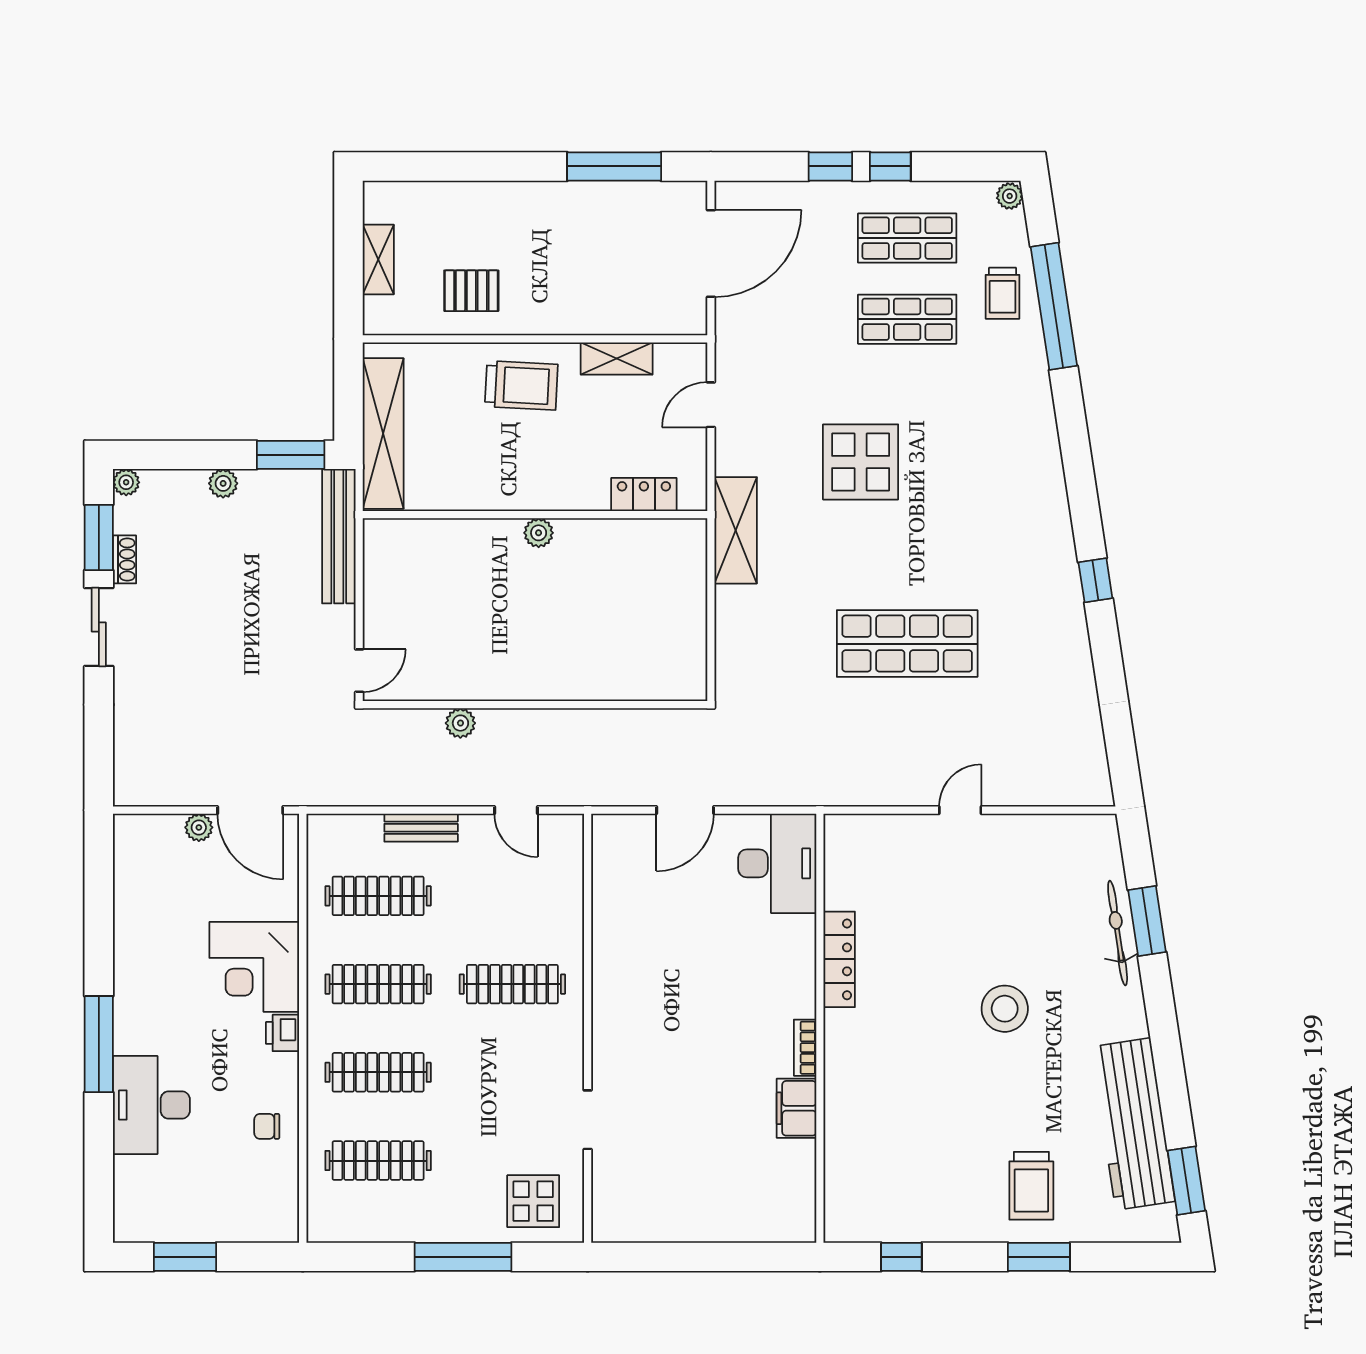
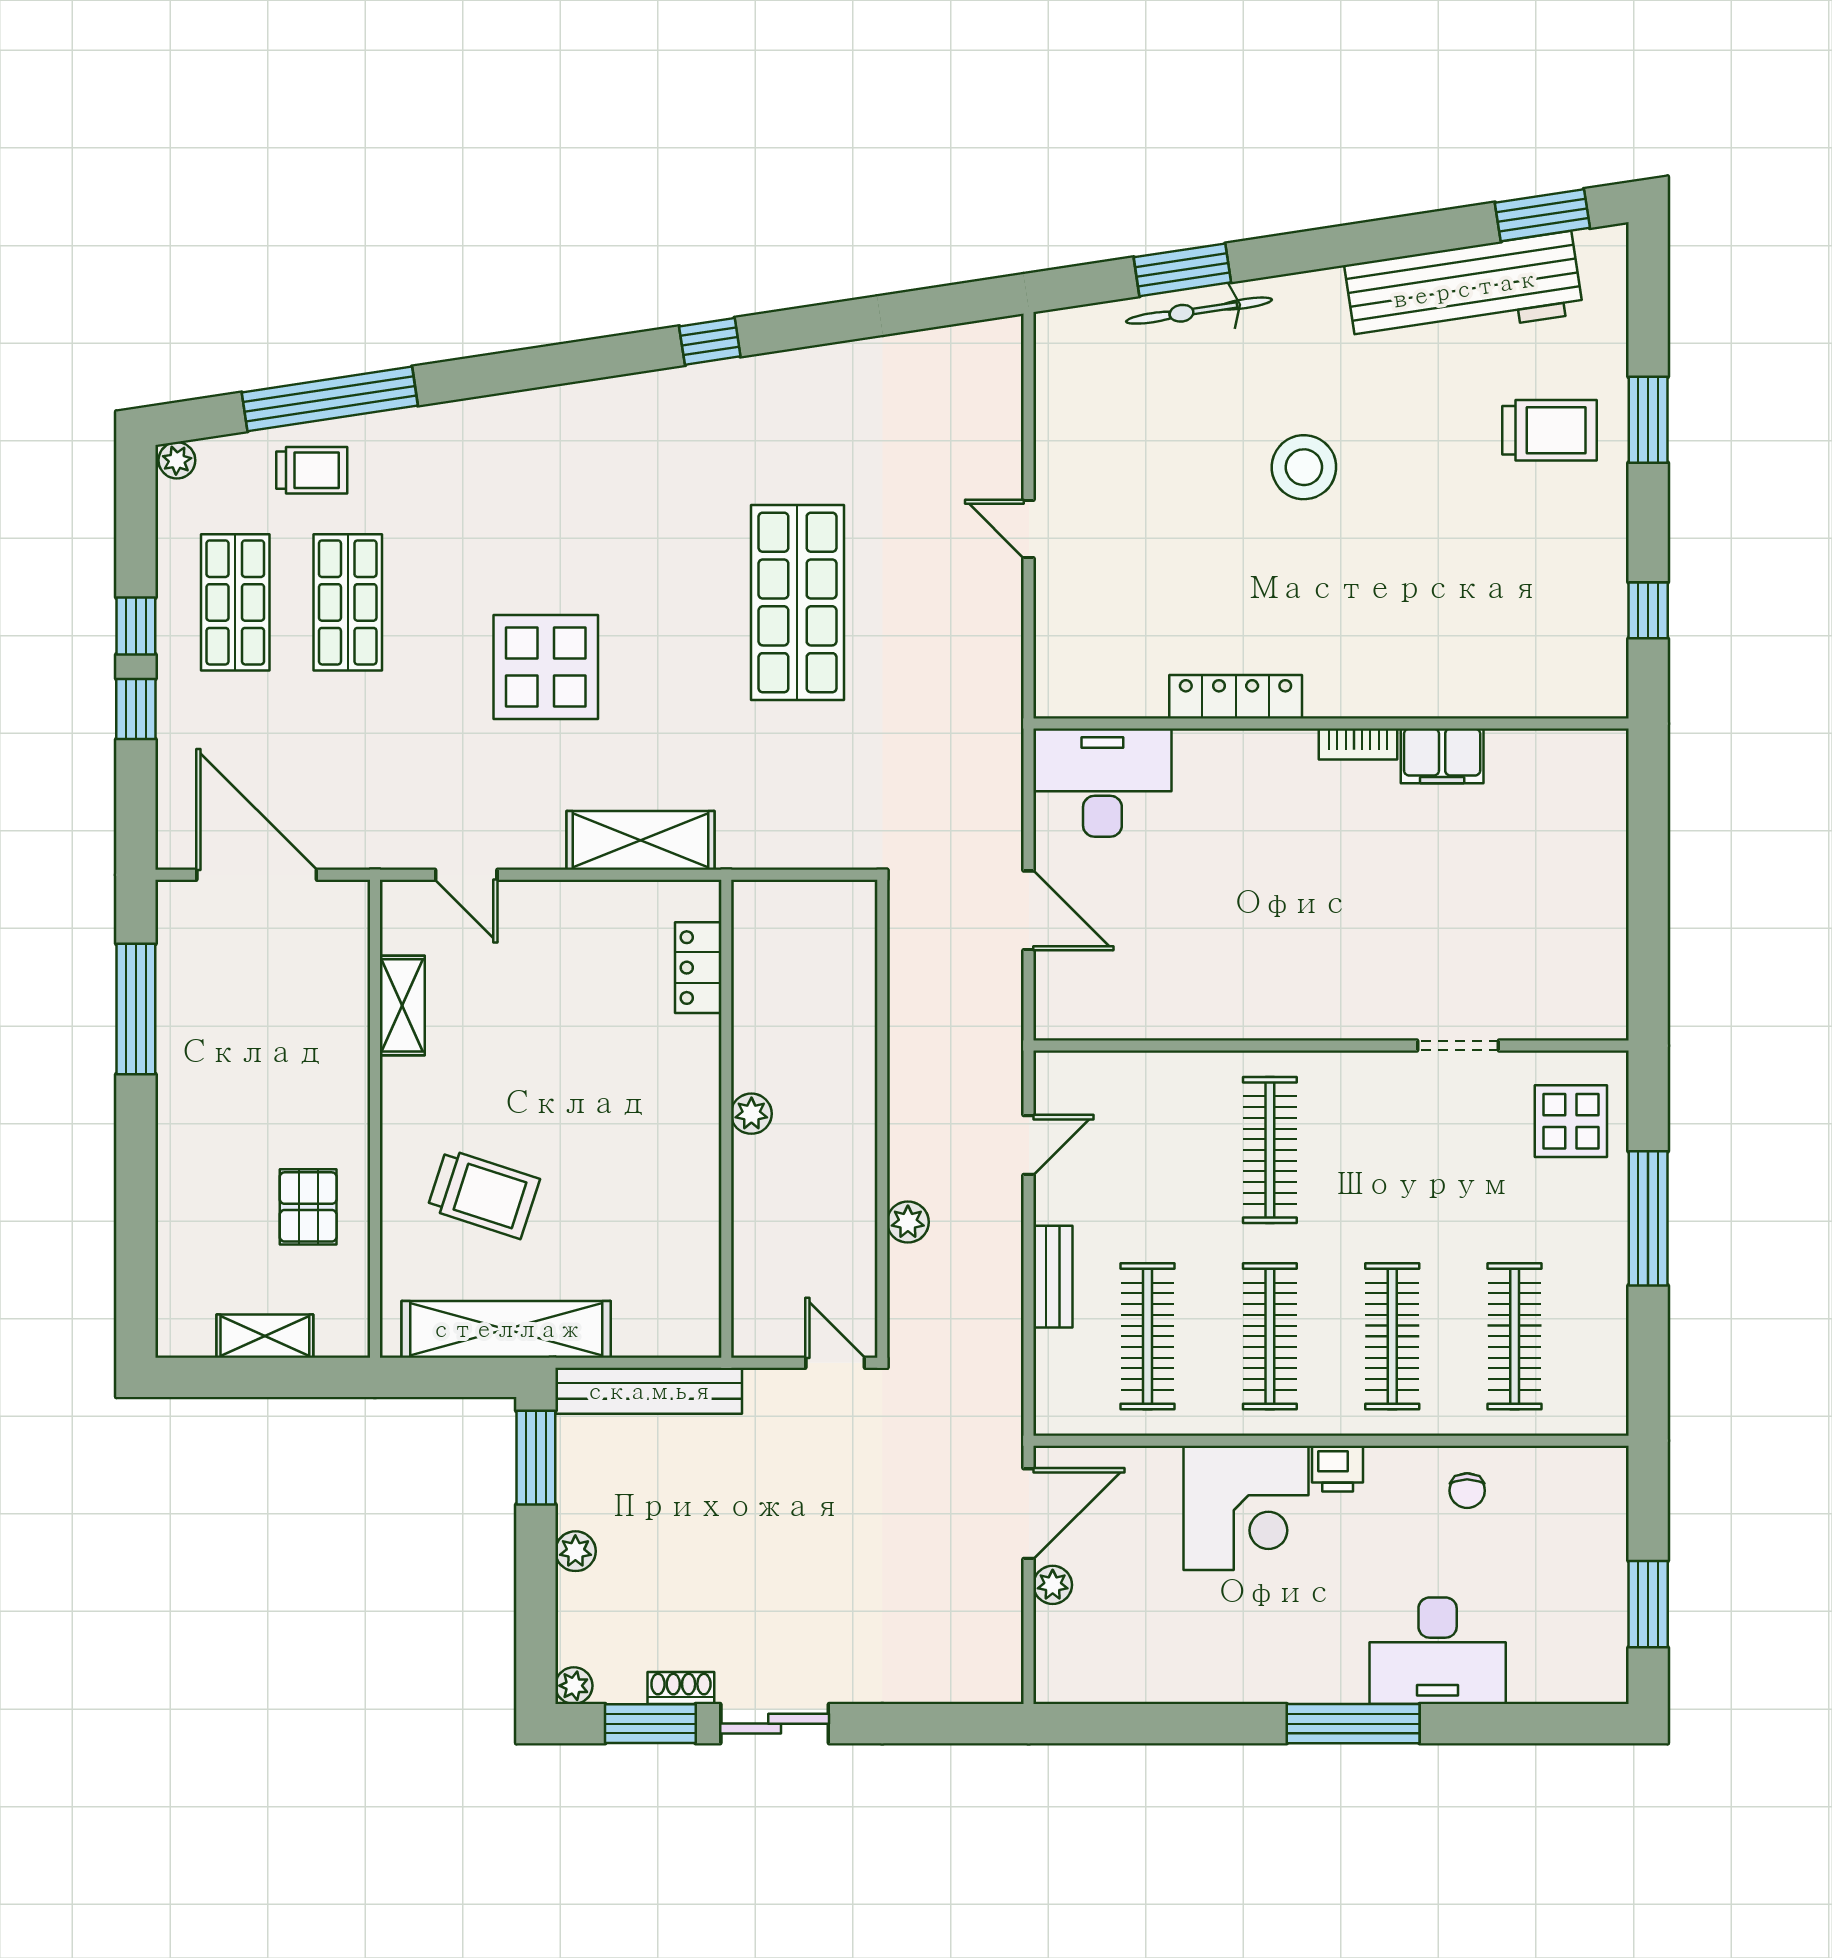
trolley: (521, 385) -> (483, 1194), moved, turned 105
locker: (644, 495) -> (698, 968), moved
wall: (535, 515) -> (726, 1119), moved
plant: (539, 533) -> (751, 1114), moved

